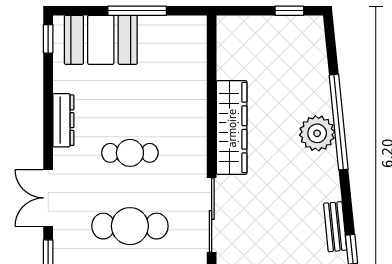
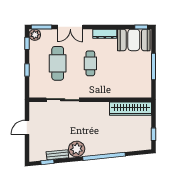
booth: (101, 40) -> (134, 40), moved, turned 90
wardrobe: (232, 128) -> (131, 109), moved
plant: (317, 133) -> (77, 149), moved
double door: (48, 198) -> (70, 27), swing flipped

